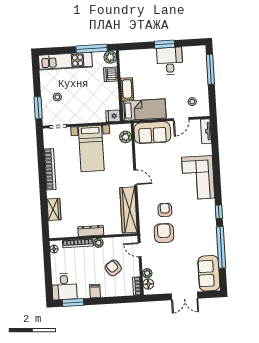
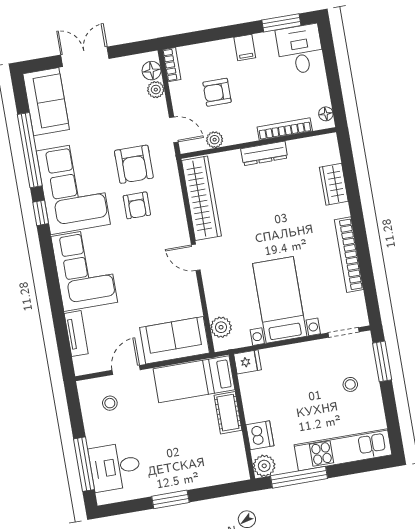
desk: (170, 61) -> (115, 467), moved, turned 90
tv unit: (206, 131) -> (76, 334), moved
corner sofa: (199, 224) -> (73, 188), added
plant: (98, 243) -> (215, 140), moved
armchair: (113, 268) -> (217, 92), turned 125

